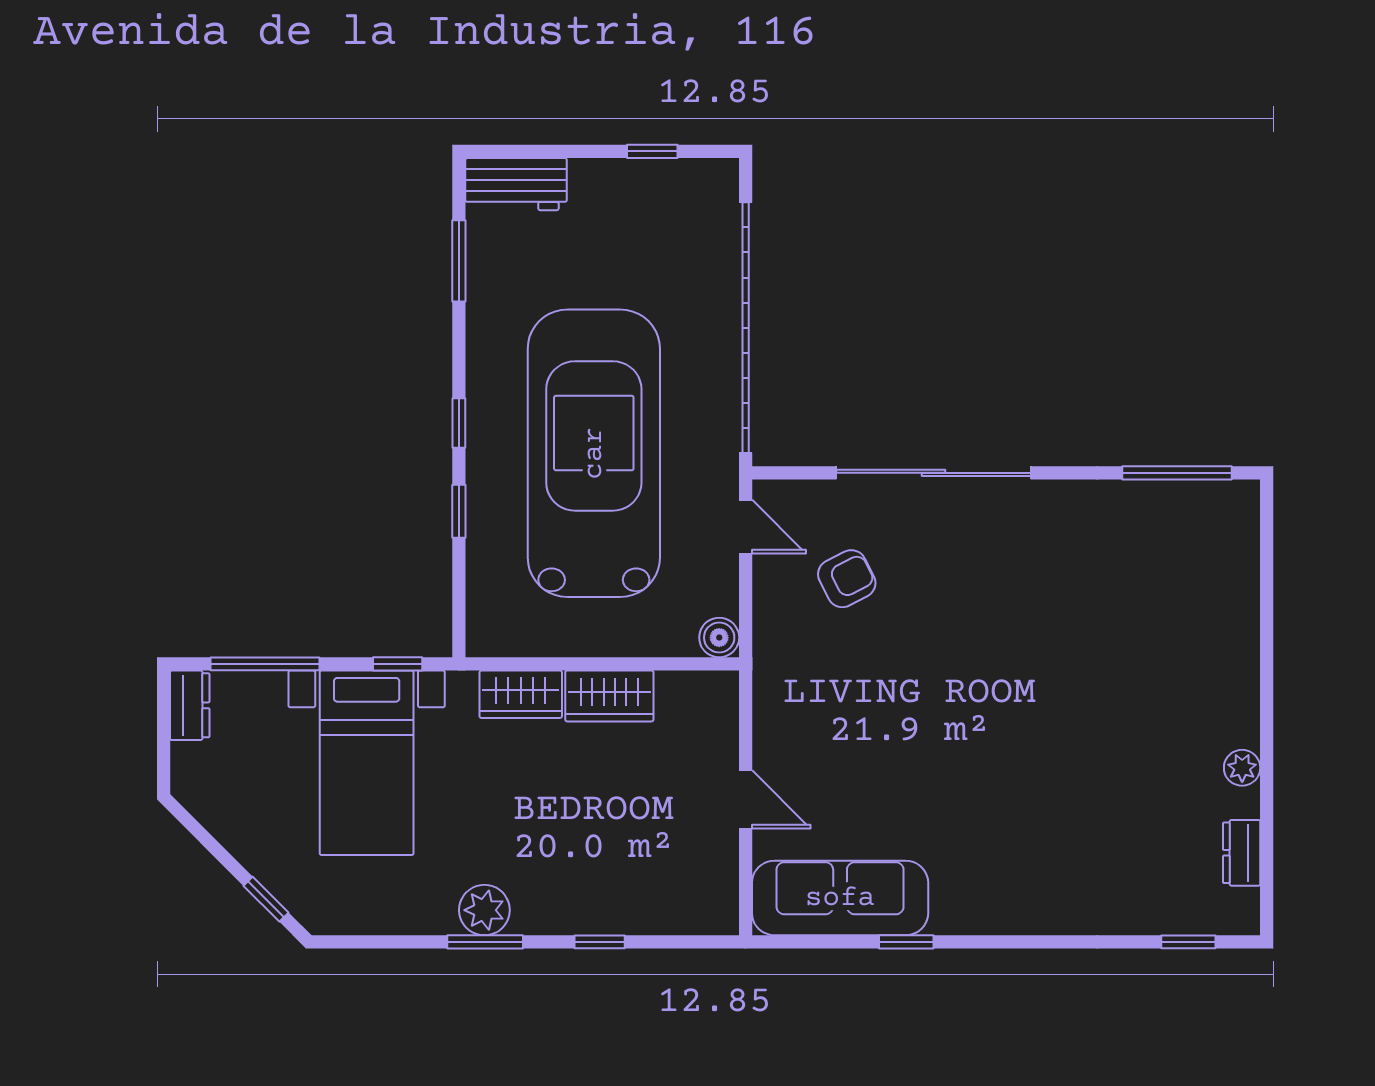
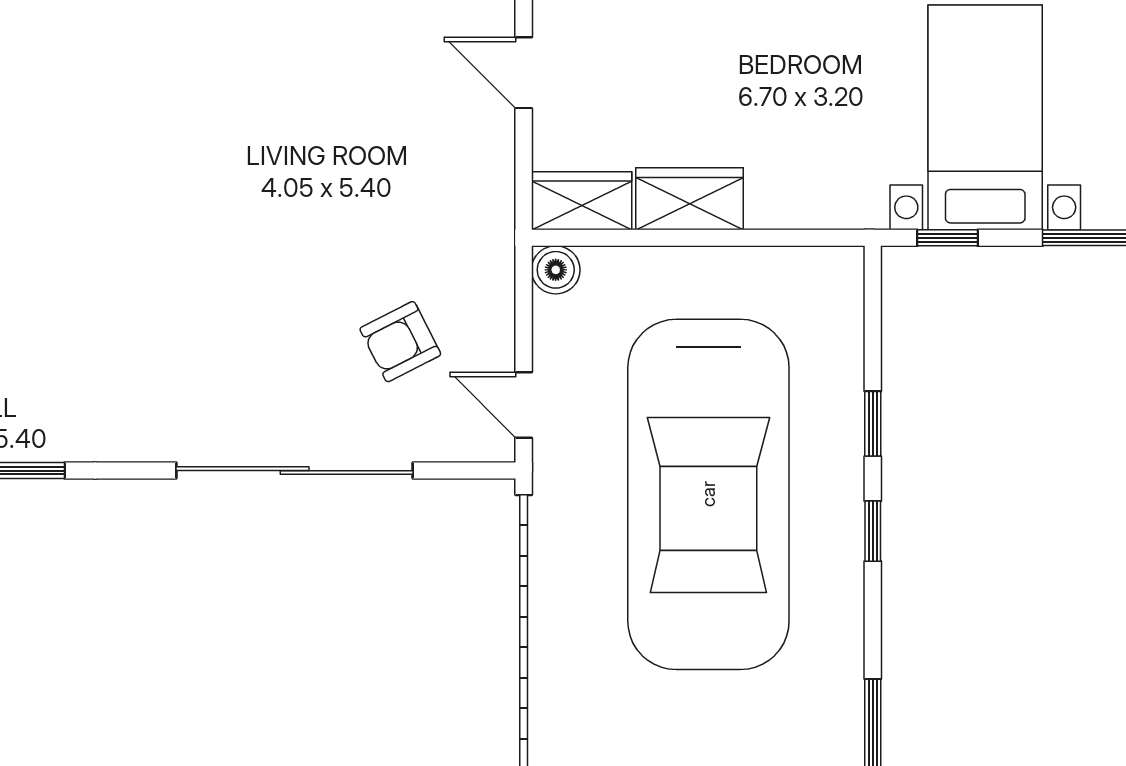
wardrobe: (521, 694) -> (582, 201), moved

